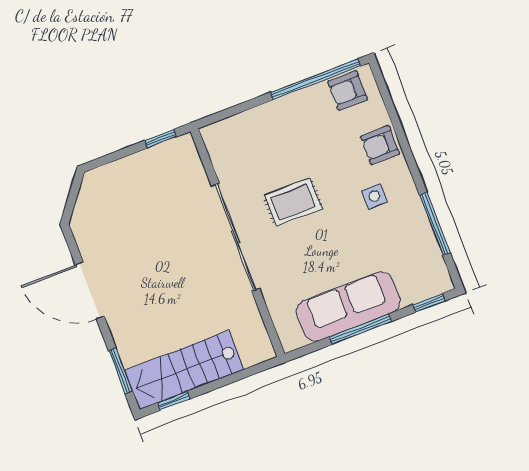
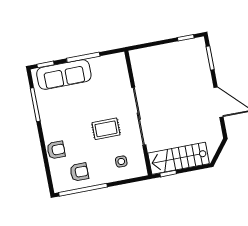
armchair: (347, 91) -> (79, 172), moved
side table: (374, 196) -> (121, 161), moved
sofa: (348, 307) -> (64, 75), moved
stairs: (184, 370) -> (179, 158), moved, turned 180

